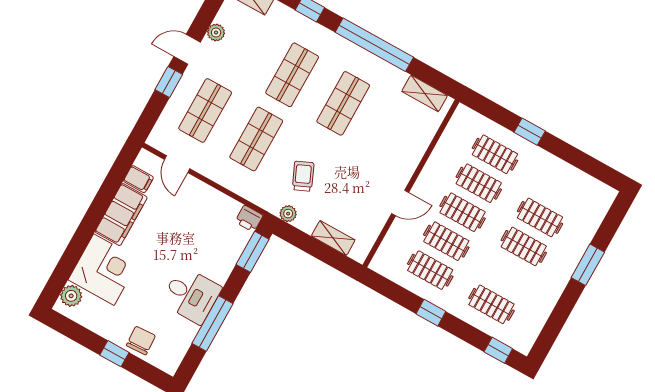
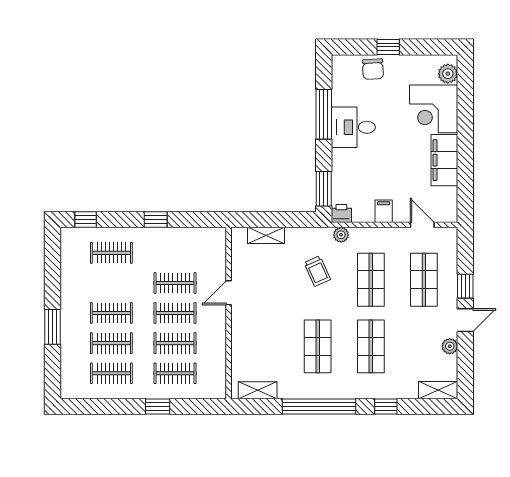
filing cabinet: (138, 179) -> (384, 211), moved, turned 90
plant: (288, 214) -> (341, 235), moved
clothes rail: (430, 270) -> (111, 373), moved

